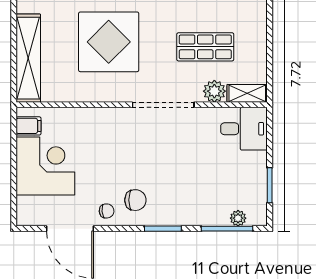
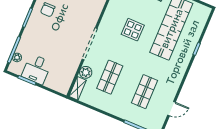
display table: (109, 42) -> (133, 30), width x0.54, depth x0.54
desk: (244, 129) -> (37, 69), moved

